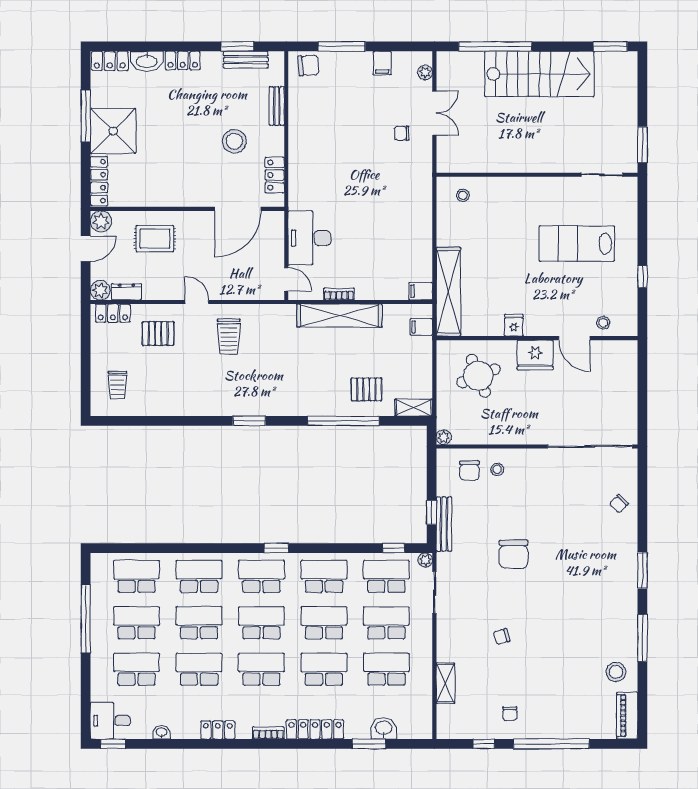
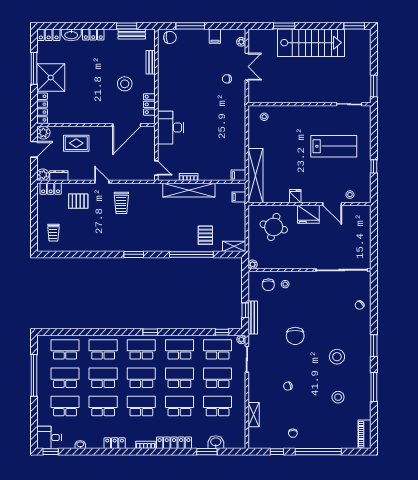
window: (495, 46) -> (284, 26), width x0.47
desk: (309, 238) -> (170, 128), moved
lab bench: (577, 244) -> (334, 146), turned 180
round table: (478, 376) -> (274, 227), turned 37
pallet: (366, 389) -> (205, 235), turned 90
stool: (582, 588) -> (337, 357), added
stool: (616, 672) -> (338, 397), moved

